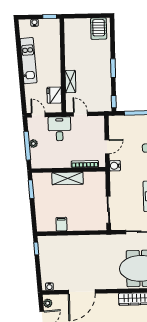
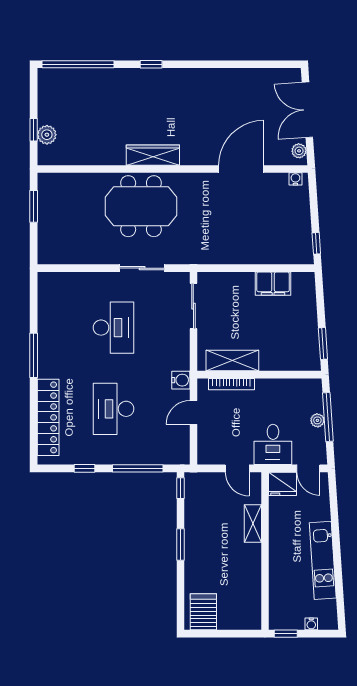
fridge: (54, 95) -> (283, 484), moved, turned 90
shelving: (68, 178) -> (232, 361), moved
filing cabinet: (61, 224) -> (273, 284), width x2.00

